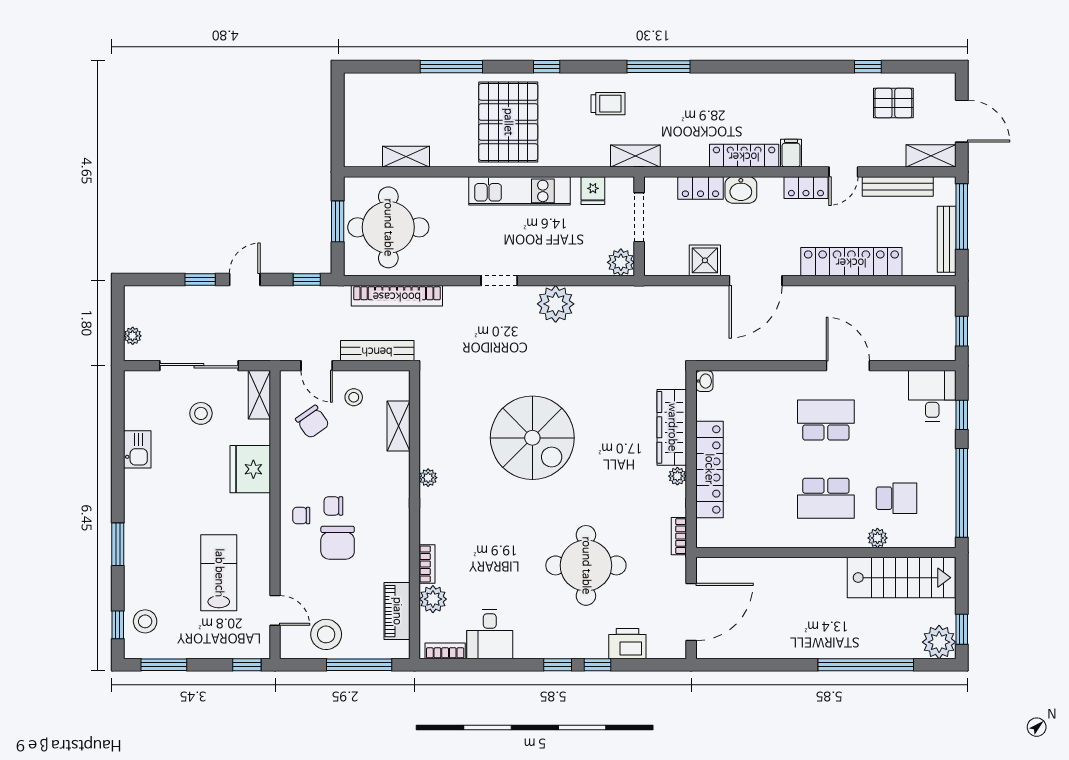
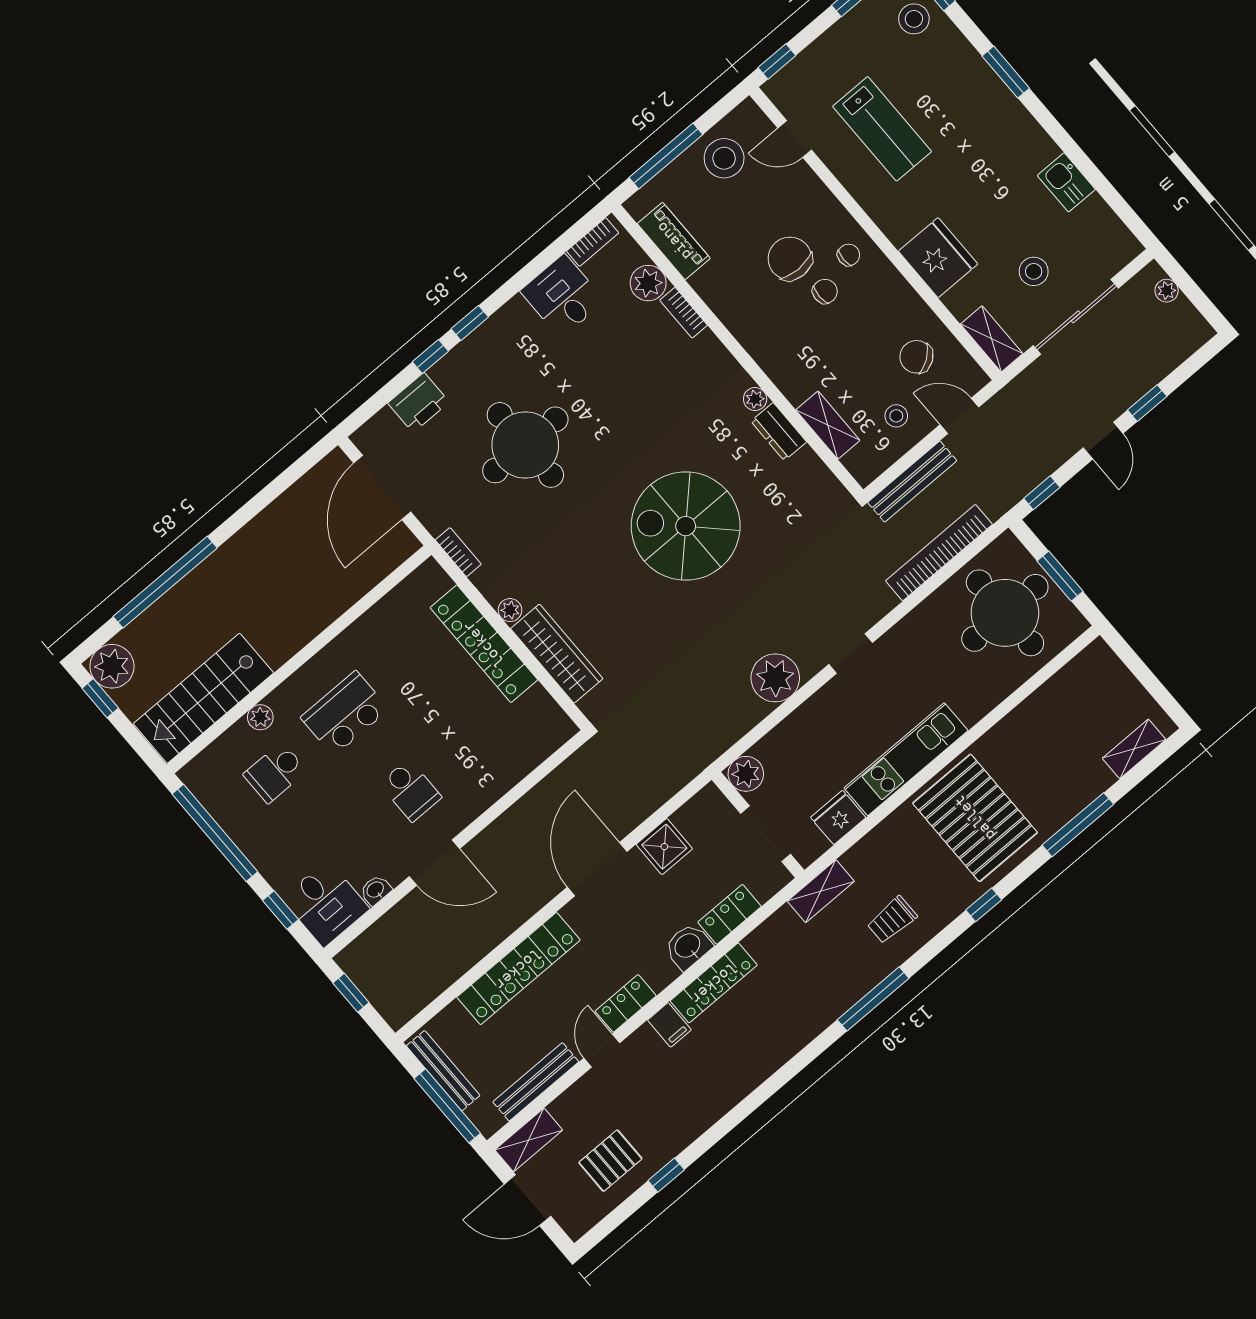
shelving: (406, 157) -> (1134, 749), moved
fridge: (593, 191) -> (838, 817), width x1.38
washbasin: (704, 381) -> (376, 890), moved, turned 90
school desk: (826, 420) -> (410, 790), width x0.54
dresser: (431, 447) -> (779, 432), added

